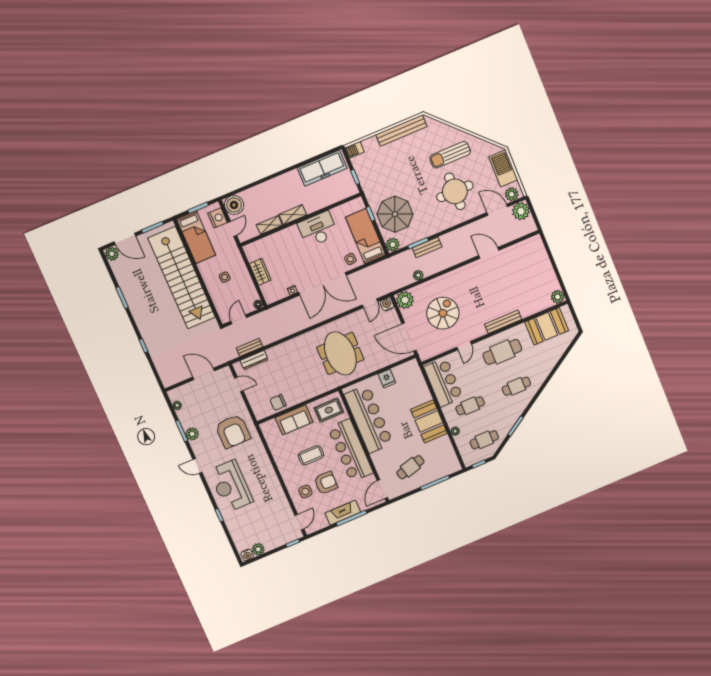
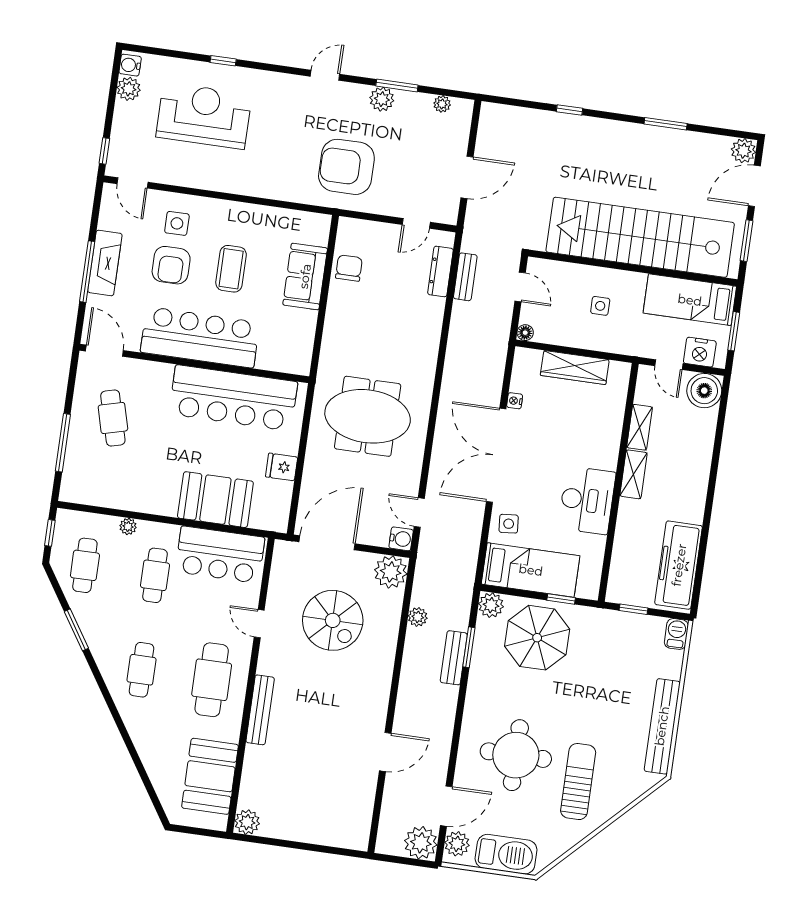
wardrobe: (260, 272) -> (575, 368), width x1.50
rug: (329, 410) -> (287, 342), removed
booth: (429, 421) -> (215, 500), moved
reception desk: (231, 486) -> (204, 116), moved

